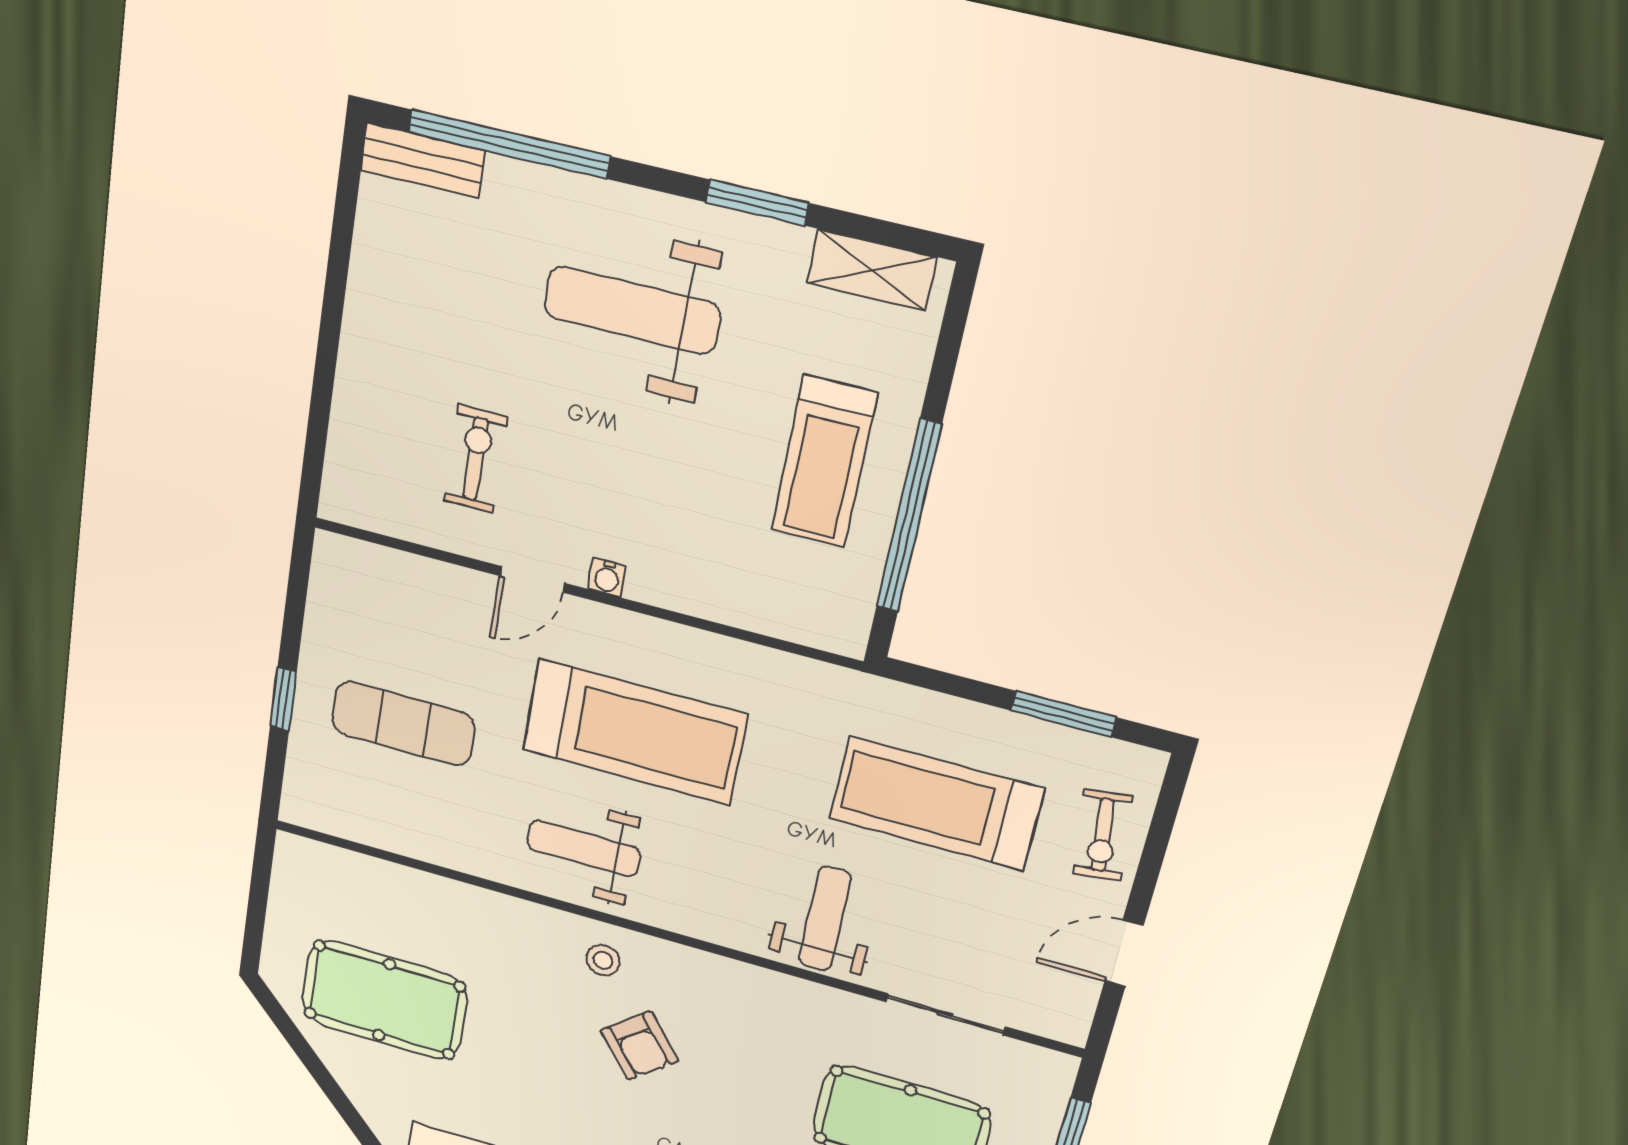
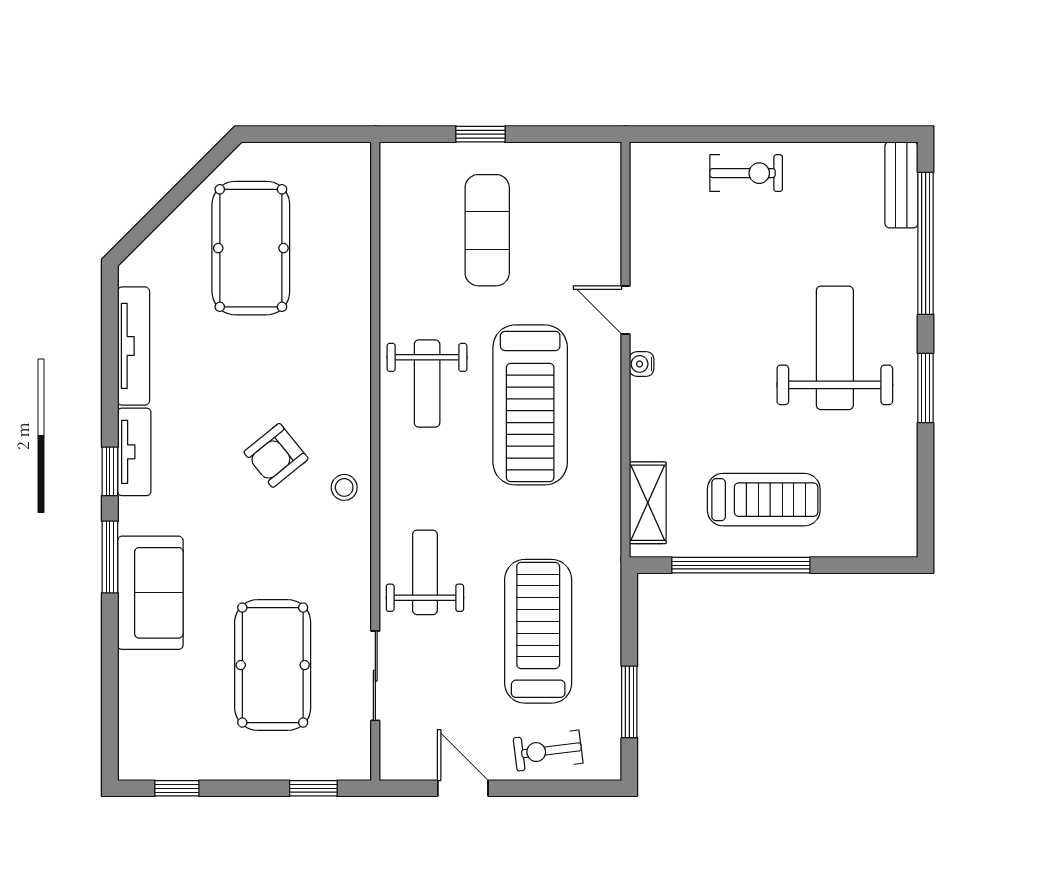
window: (757, 203) -> (926, 388), moved
shelving: (872, 270) -> (648, 503), moved
exercise bike: (476, 459) -> (746, 173), moved
treadmill: (824, 462) -> (764, 500), turned 180
weight bench: (584, 848) -> (427, 384), turned 180
weight bench: (825, 919) -> (425, 572), turned -90
stool: (603, 960) -> (344, 487), moved

